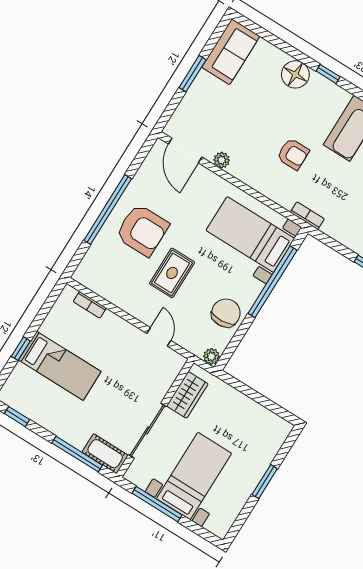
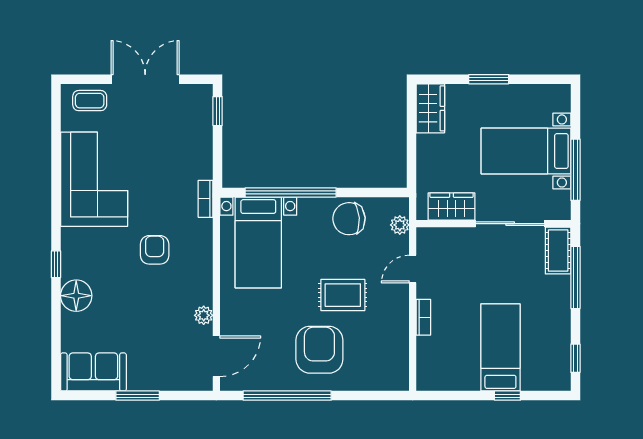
window: (108, 210) -> (287, 396), moved
bookcase: (90, 305) -> (423, 317), moved
plant: (211, 356) -> (400, 225), moved
wardrobe: (270, 425) -> (430, 108), added

